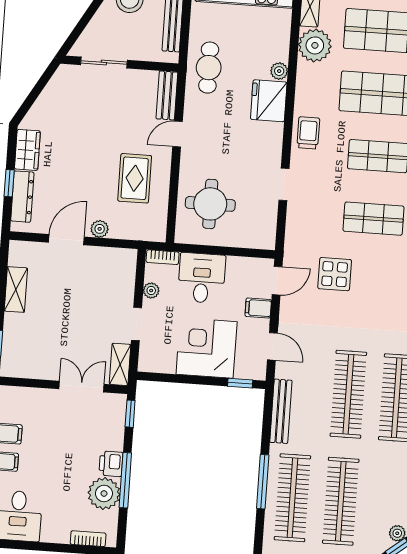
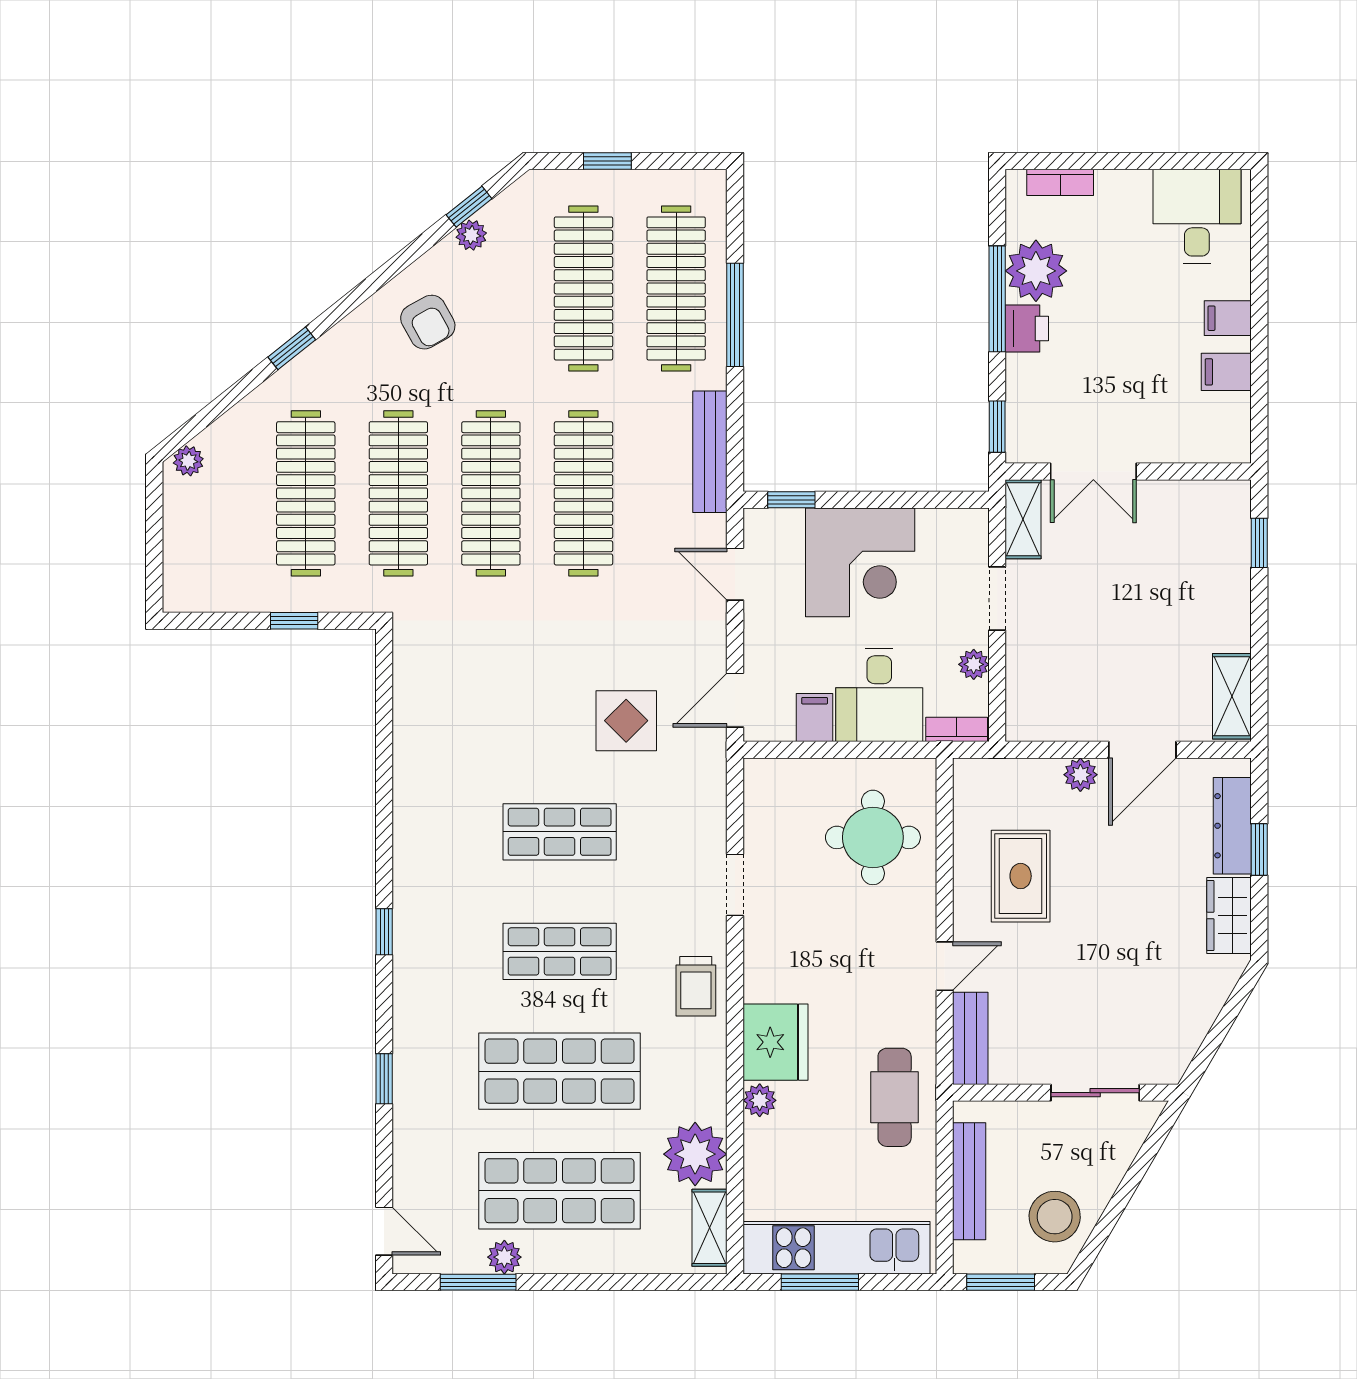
shelving: (16, 289) -> (1232, 696), moved
filing cabinet: (258, 308) -> (815, 718), moved, turned -90

